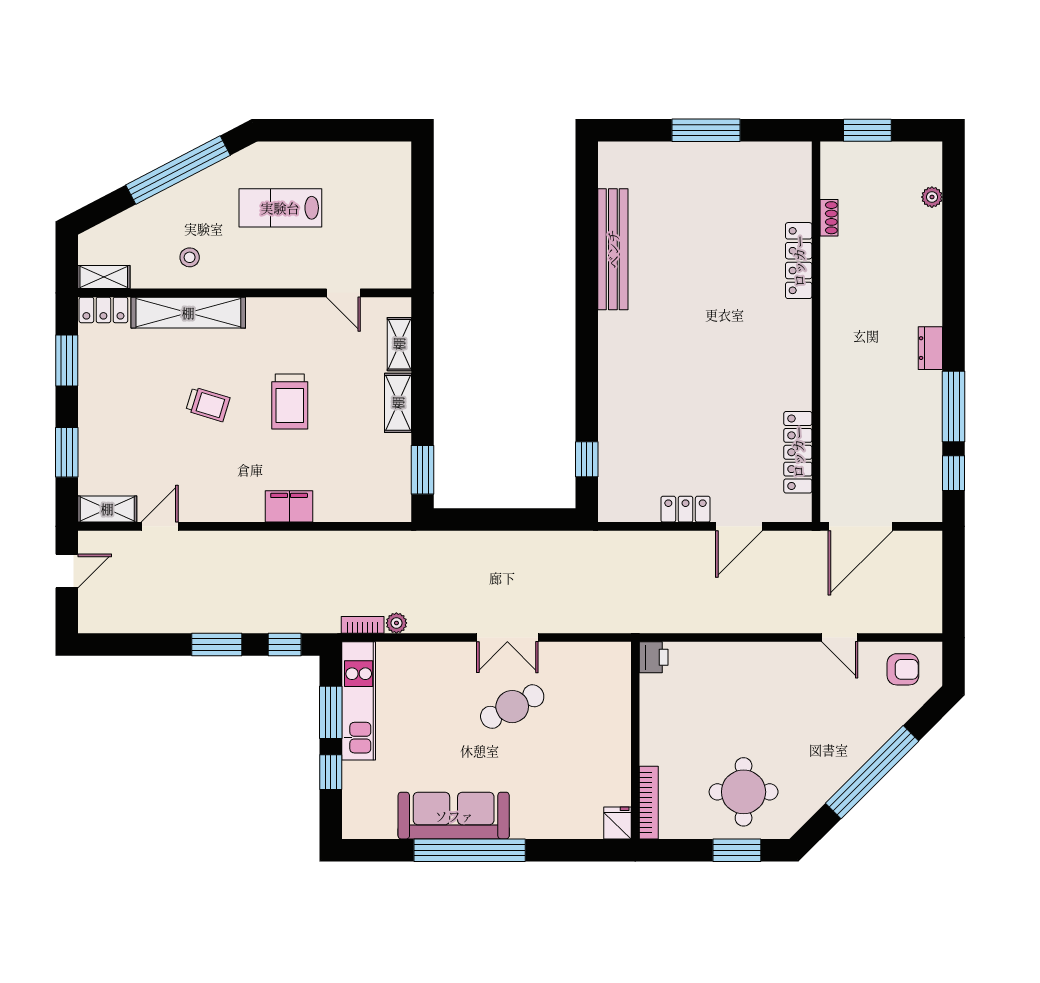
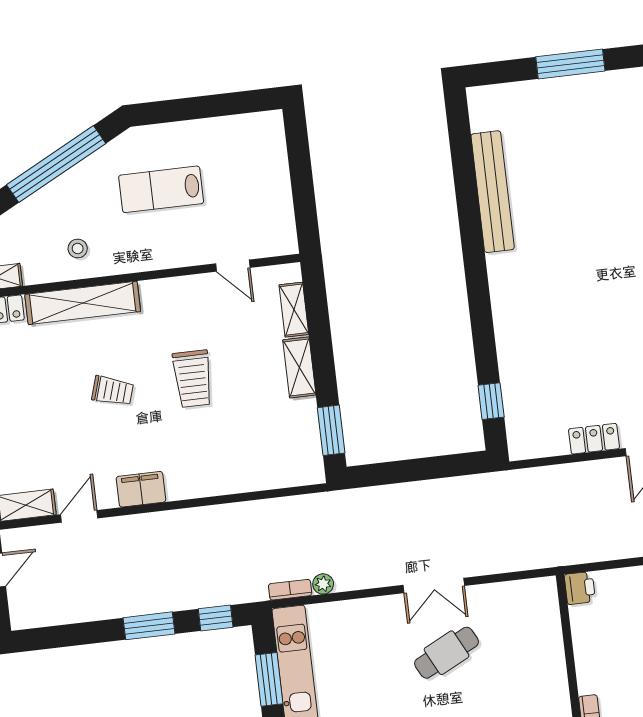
filing cabinet: (289, 506) -> (141, 489), moved

